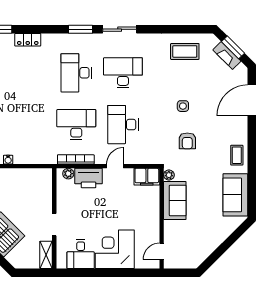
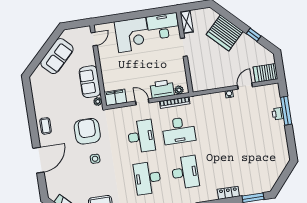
desk: (123, 73) -> (148, 178), turned 90
door: (252, 100) -> (38, 160), moved
armchair: (187, 141) -> (87, 131), width x1.88, depth x1.88
door: (115, 166) -> (142, 102), swing flipped
sofa: (235, 195) -> (57, 56), moved, turned 45
desk: (81, 254) -> (163, 26), width x1.37

